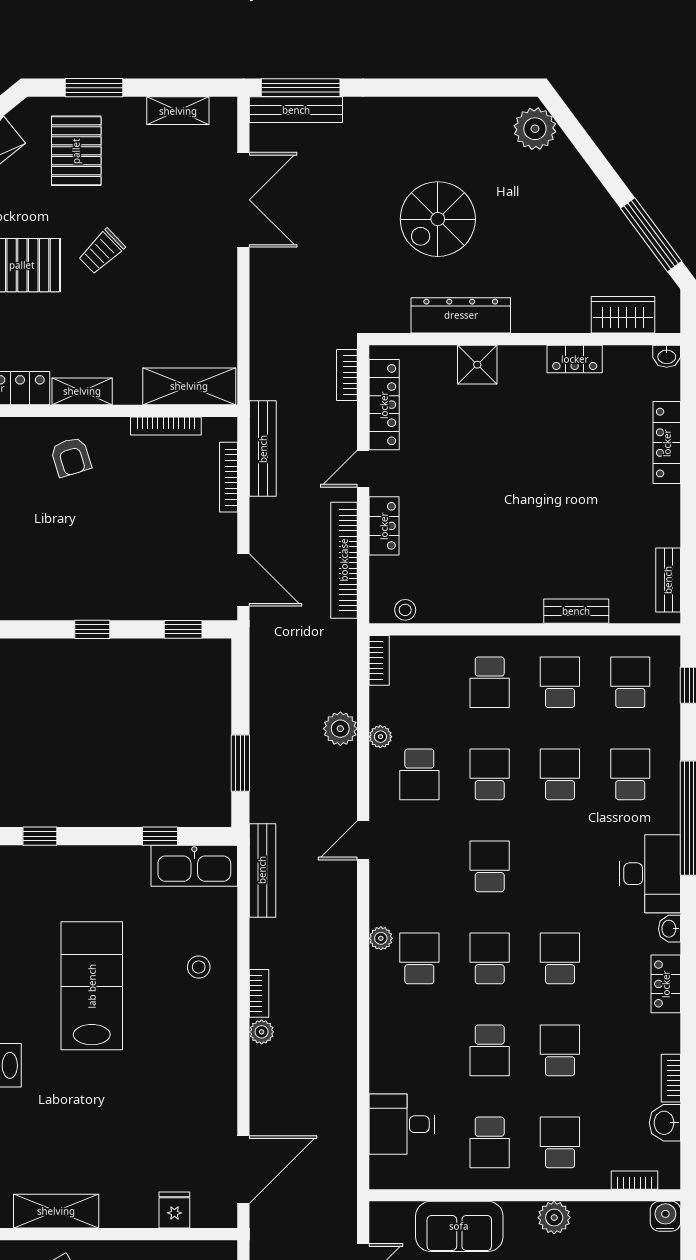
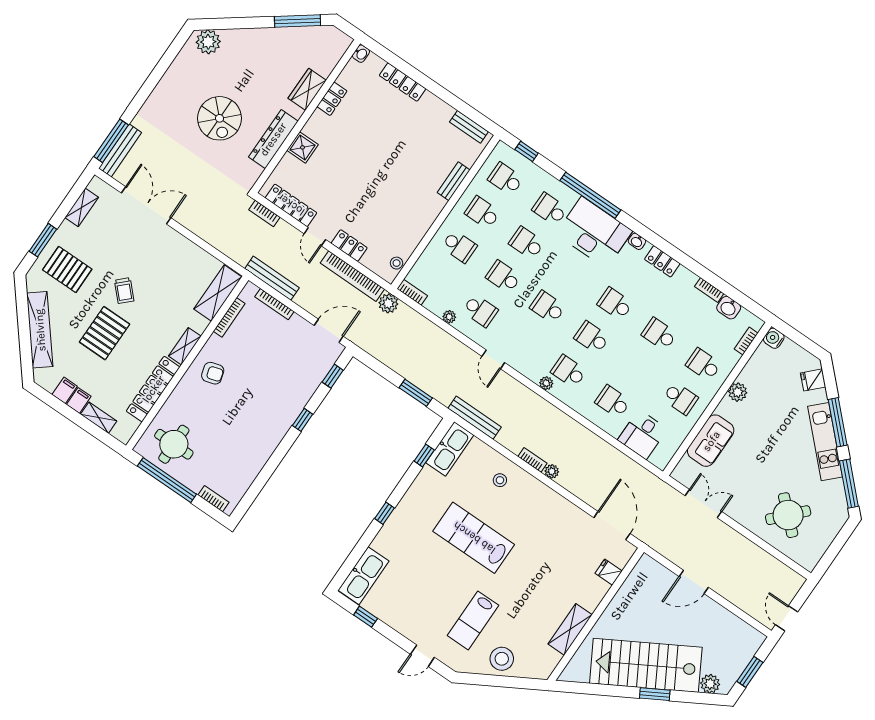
wardrobe: (623, 315) -> (307, 89), moved
plant: (340, 729) -> (388, 303), moved
desk: (650, 874) -> (594, 232), width x1.36, depth x1.30
school desk: (490, 1050) -> (613, 402), moved, turned 180

